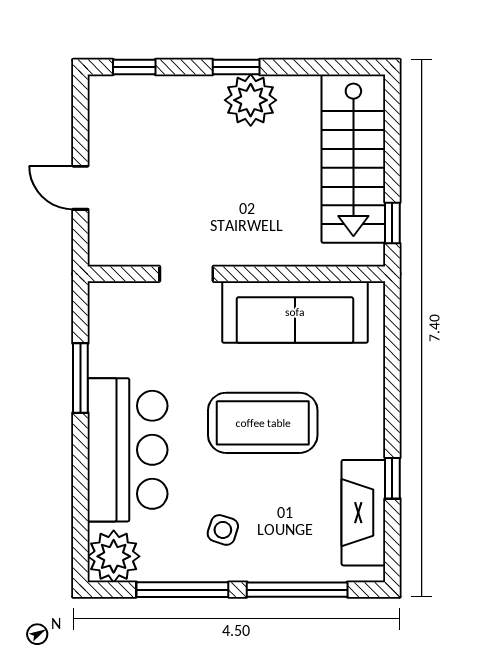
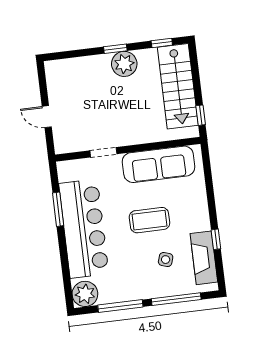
window: (134, 67) -> (162, 43), moved
coffee table: (263, 423) -> (149, 220), width x0.73, depth x0.76
bar counter: (128, 450) -> (84, 229), width x1.36
side table: (223, 530) -> (166, 260), moved

